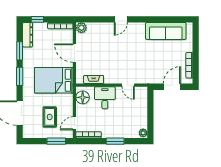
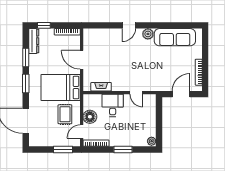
plant: (81, 28) -> (148, 34), moved
floor lamp: (83, 97) -> (90, 117), moved
rug: (50, 117) -> (65, 114), moved

